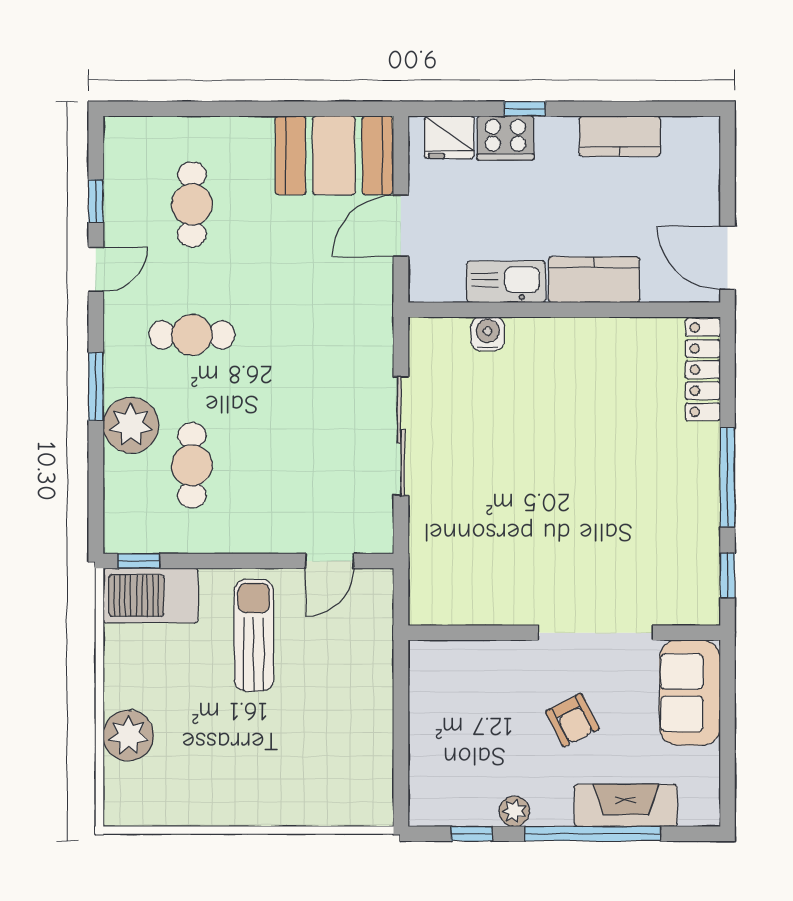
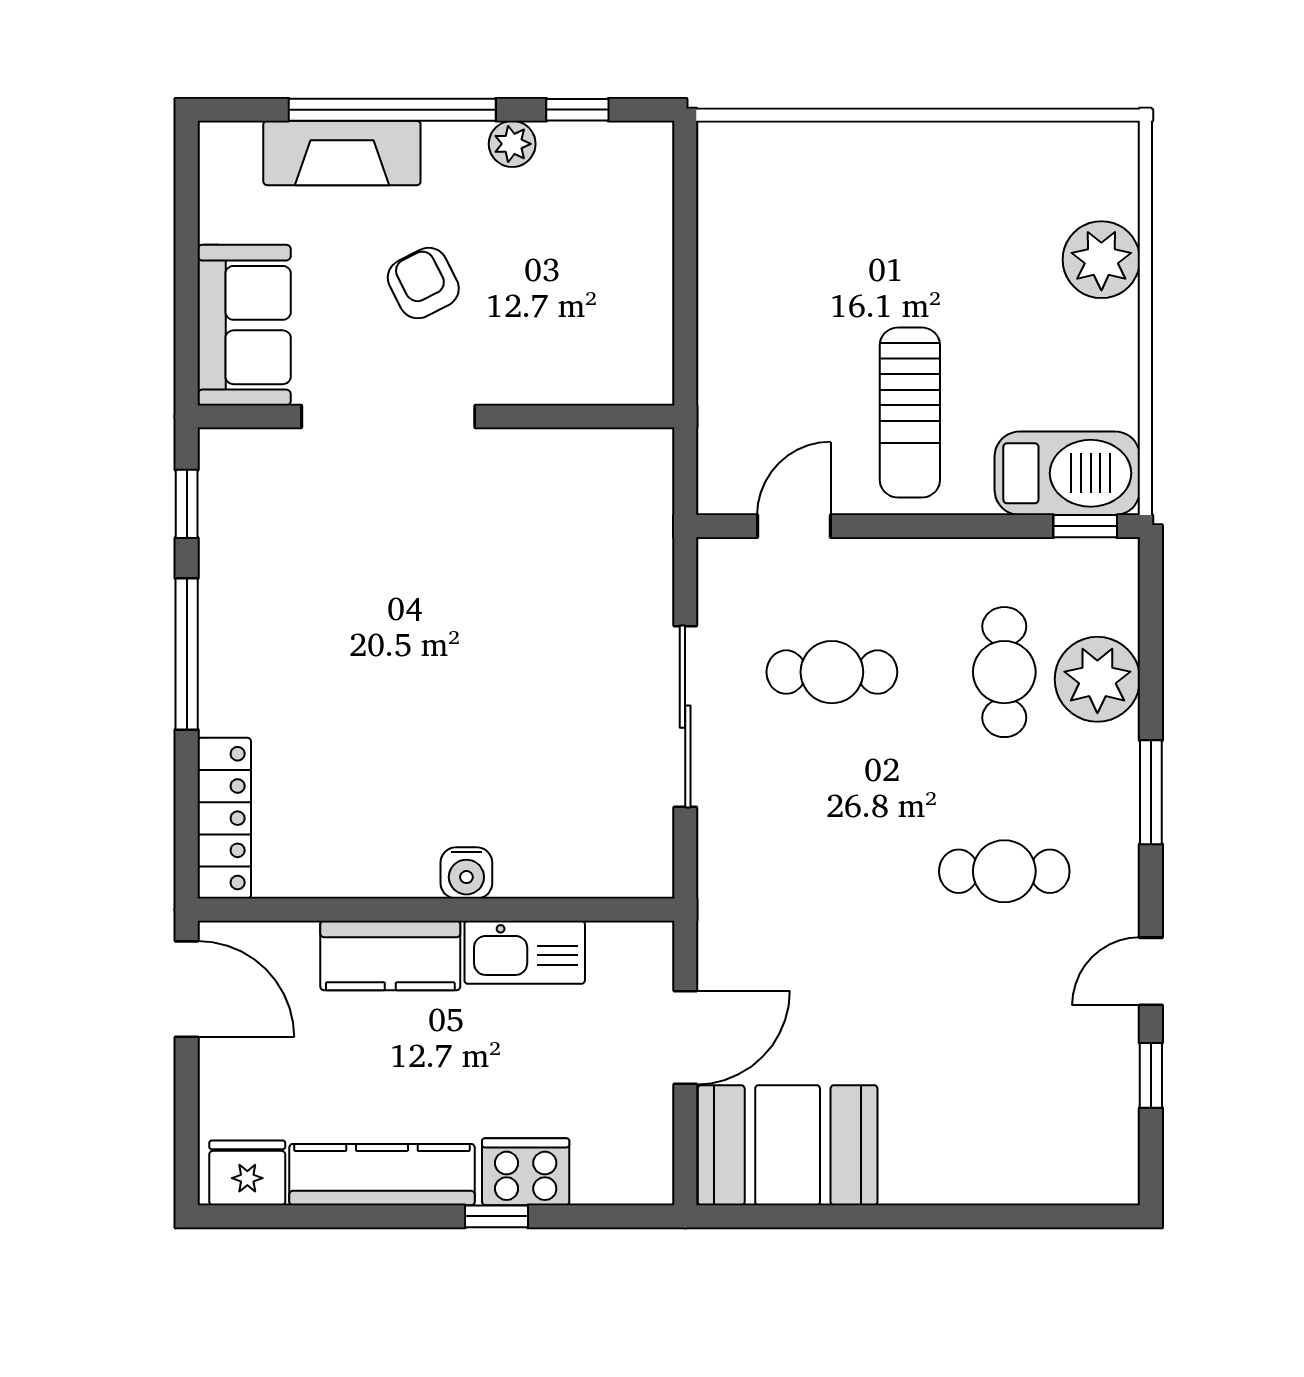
kitchen counter: (620, 136) -> (382, 1175), width x1.50
fridge: (449, 137) -> (247, 1173), moved
cafe table: (192, 204) -> (832, 672), moved, turned 90
water cooler: (488, 334) -> (466, 873), moved
plant: (131, 425) -> (1097, 679), moved

